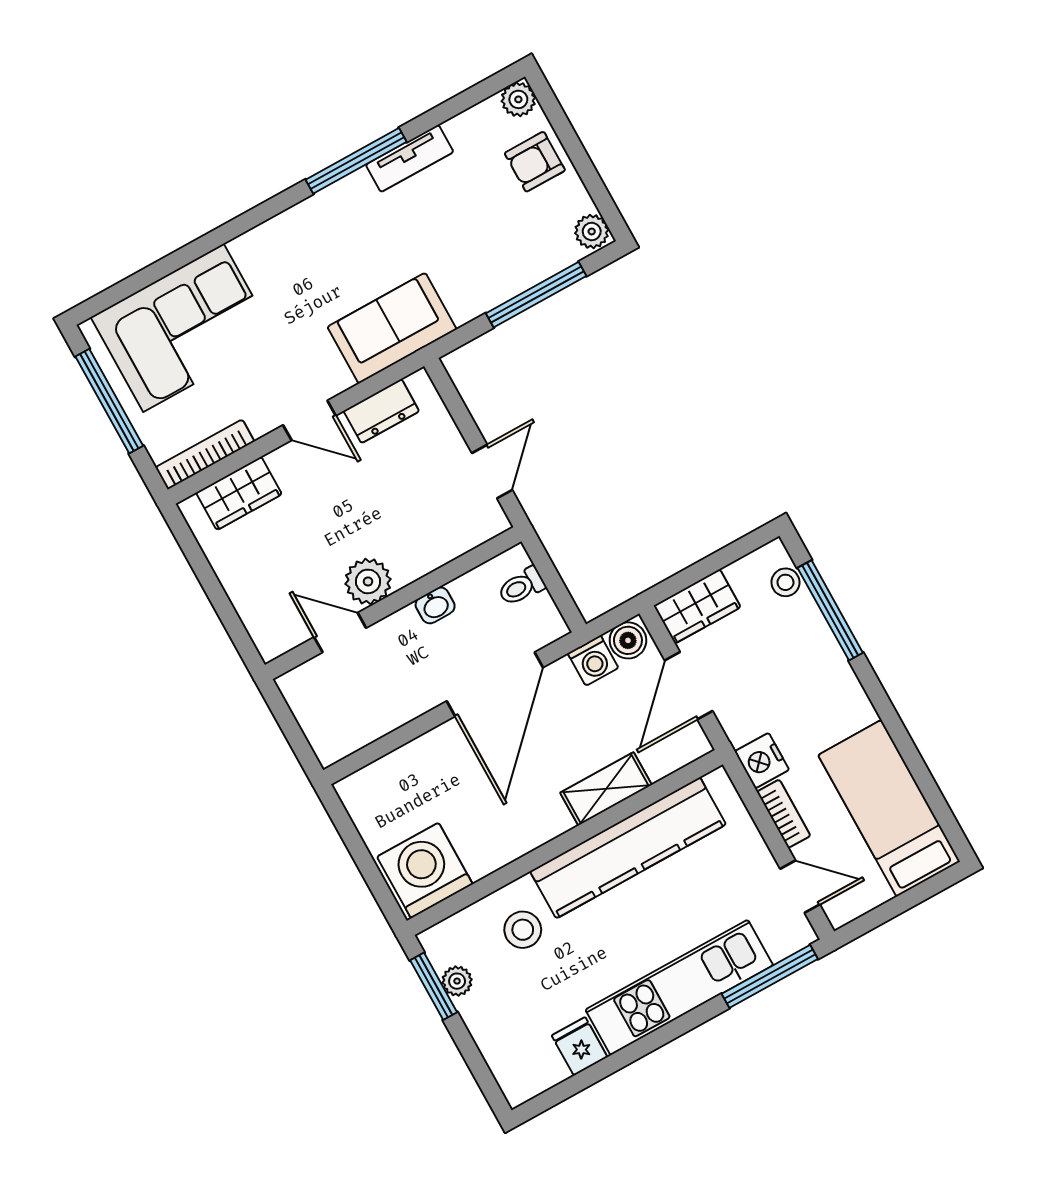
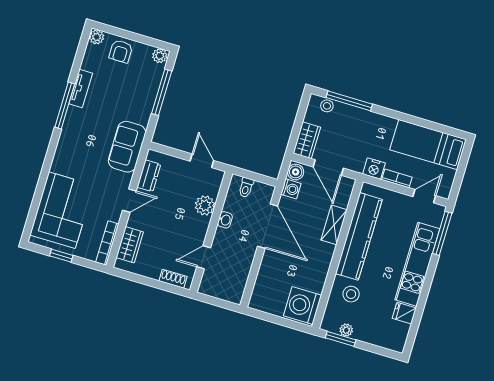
window: (109, 401) -> (61, 256), width x0.46
plant: (368, 581) -> (205, 205), moved
shoe rack: (255, 619) -> (173, 279), added

